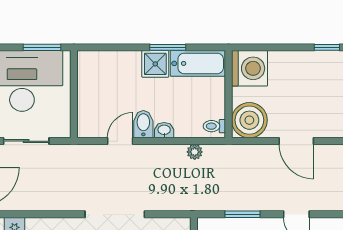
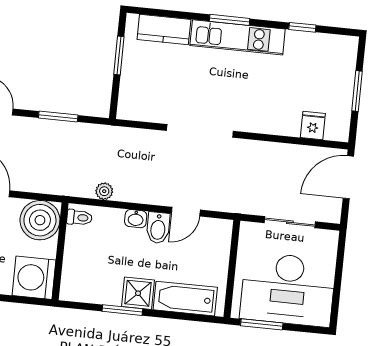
bathtub: (198, 63) -> (185, 299), moved

